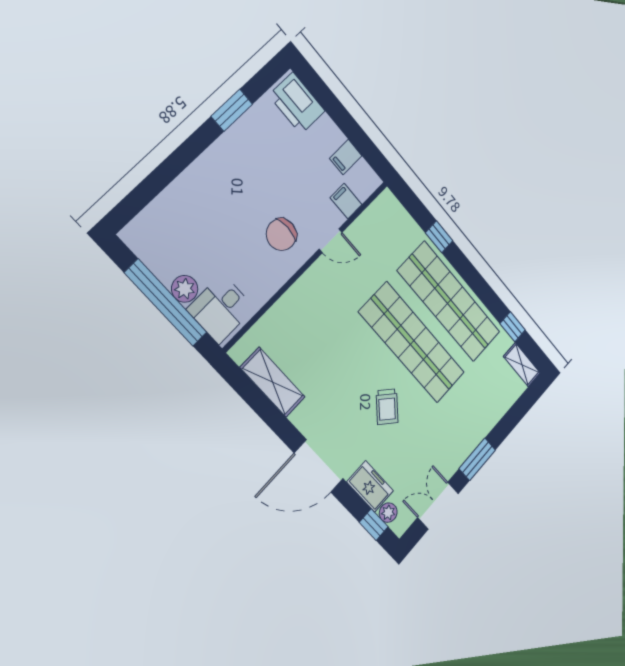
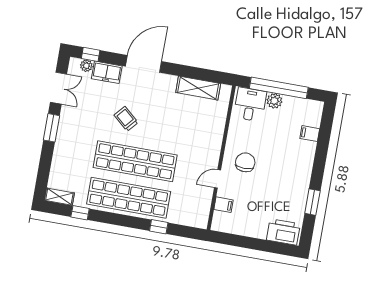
filing cabinet: (346, 157) -> (310, 134), moved, turned -90

